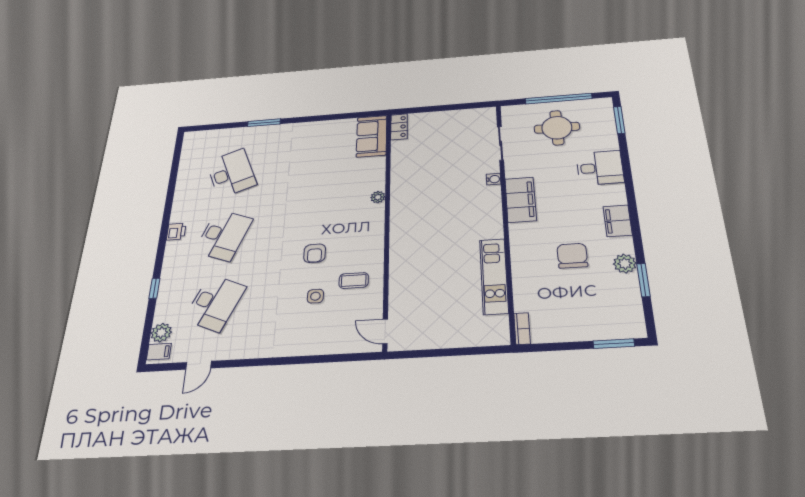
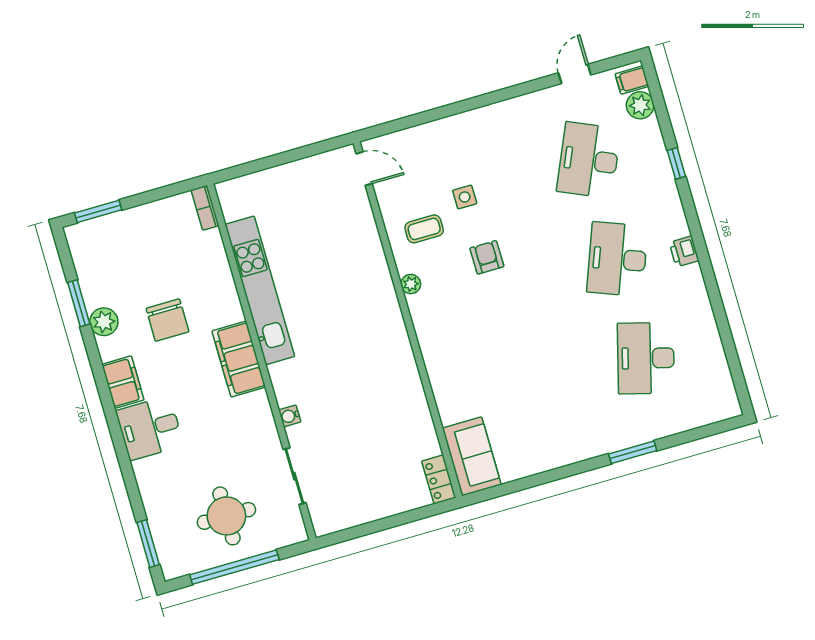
desk: (600, 168) -> (150, 428), moved
desk: (231, 173) -> (646, 358), turned 36
plant: (378, 197) -> (411, 284), moved
filing cabinet: (521, 200) -> (239, 359), moved
kitchen unit: (494, 276) -> (260, 290), width x1.36

